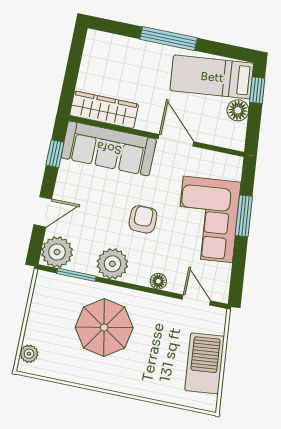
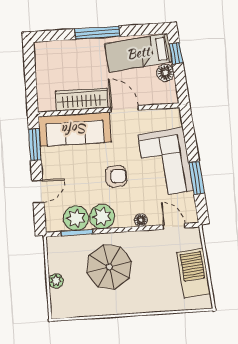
wardrobe: (104, 110) -> (82, 99), moved
window: (55, 154) -> (35, 145), width x1.50
window: (244, 216) -> (196, 178), moved
armchair: (143, 219) -> (116, 176), turned 90
plant: (57, 252) -> (76, 218), moved
plant: (29, 354) -> (56, 281), moved

